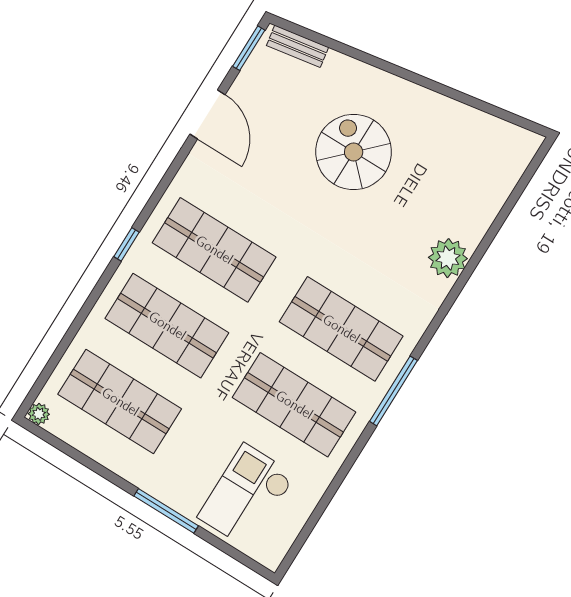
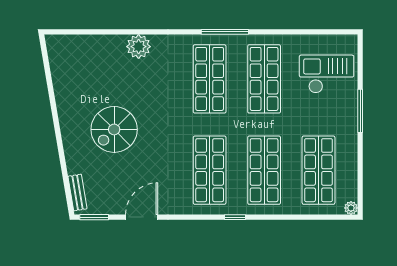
checkout: (247, 496) -> (327, 74), turned 180

